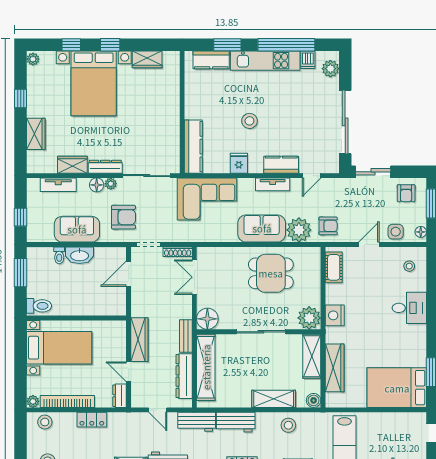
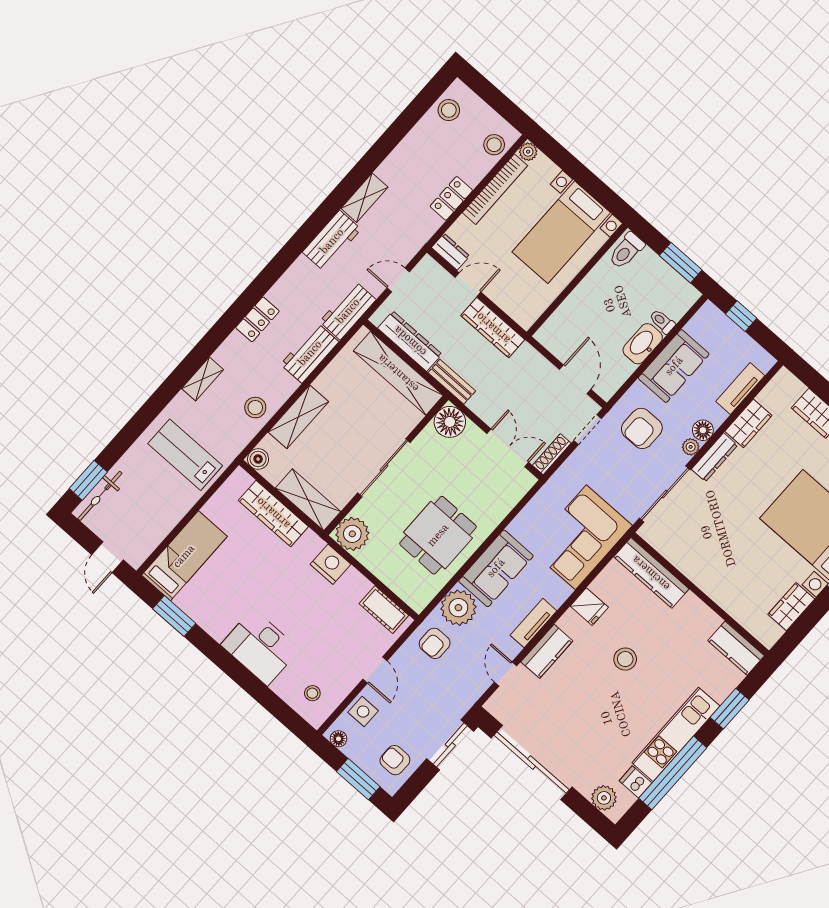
kitchen counter: (211, 60) -> (736, 648), moved, turned -90
desk: (409, 308) -> (260, 647), width x1.37
bed: (397, 388) -> (184, 556), width x0.67

